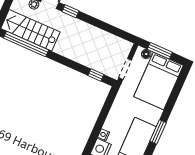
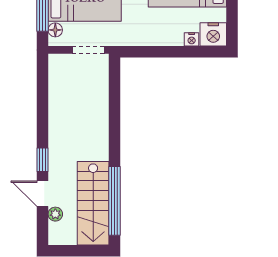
window: (96, 75) -> (114, 86), removed

